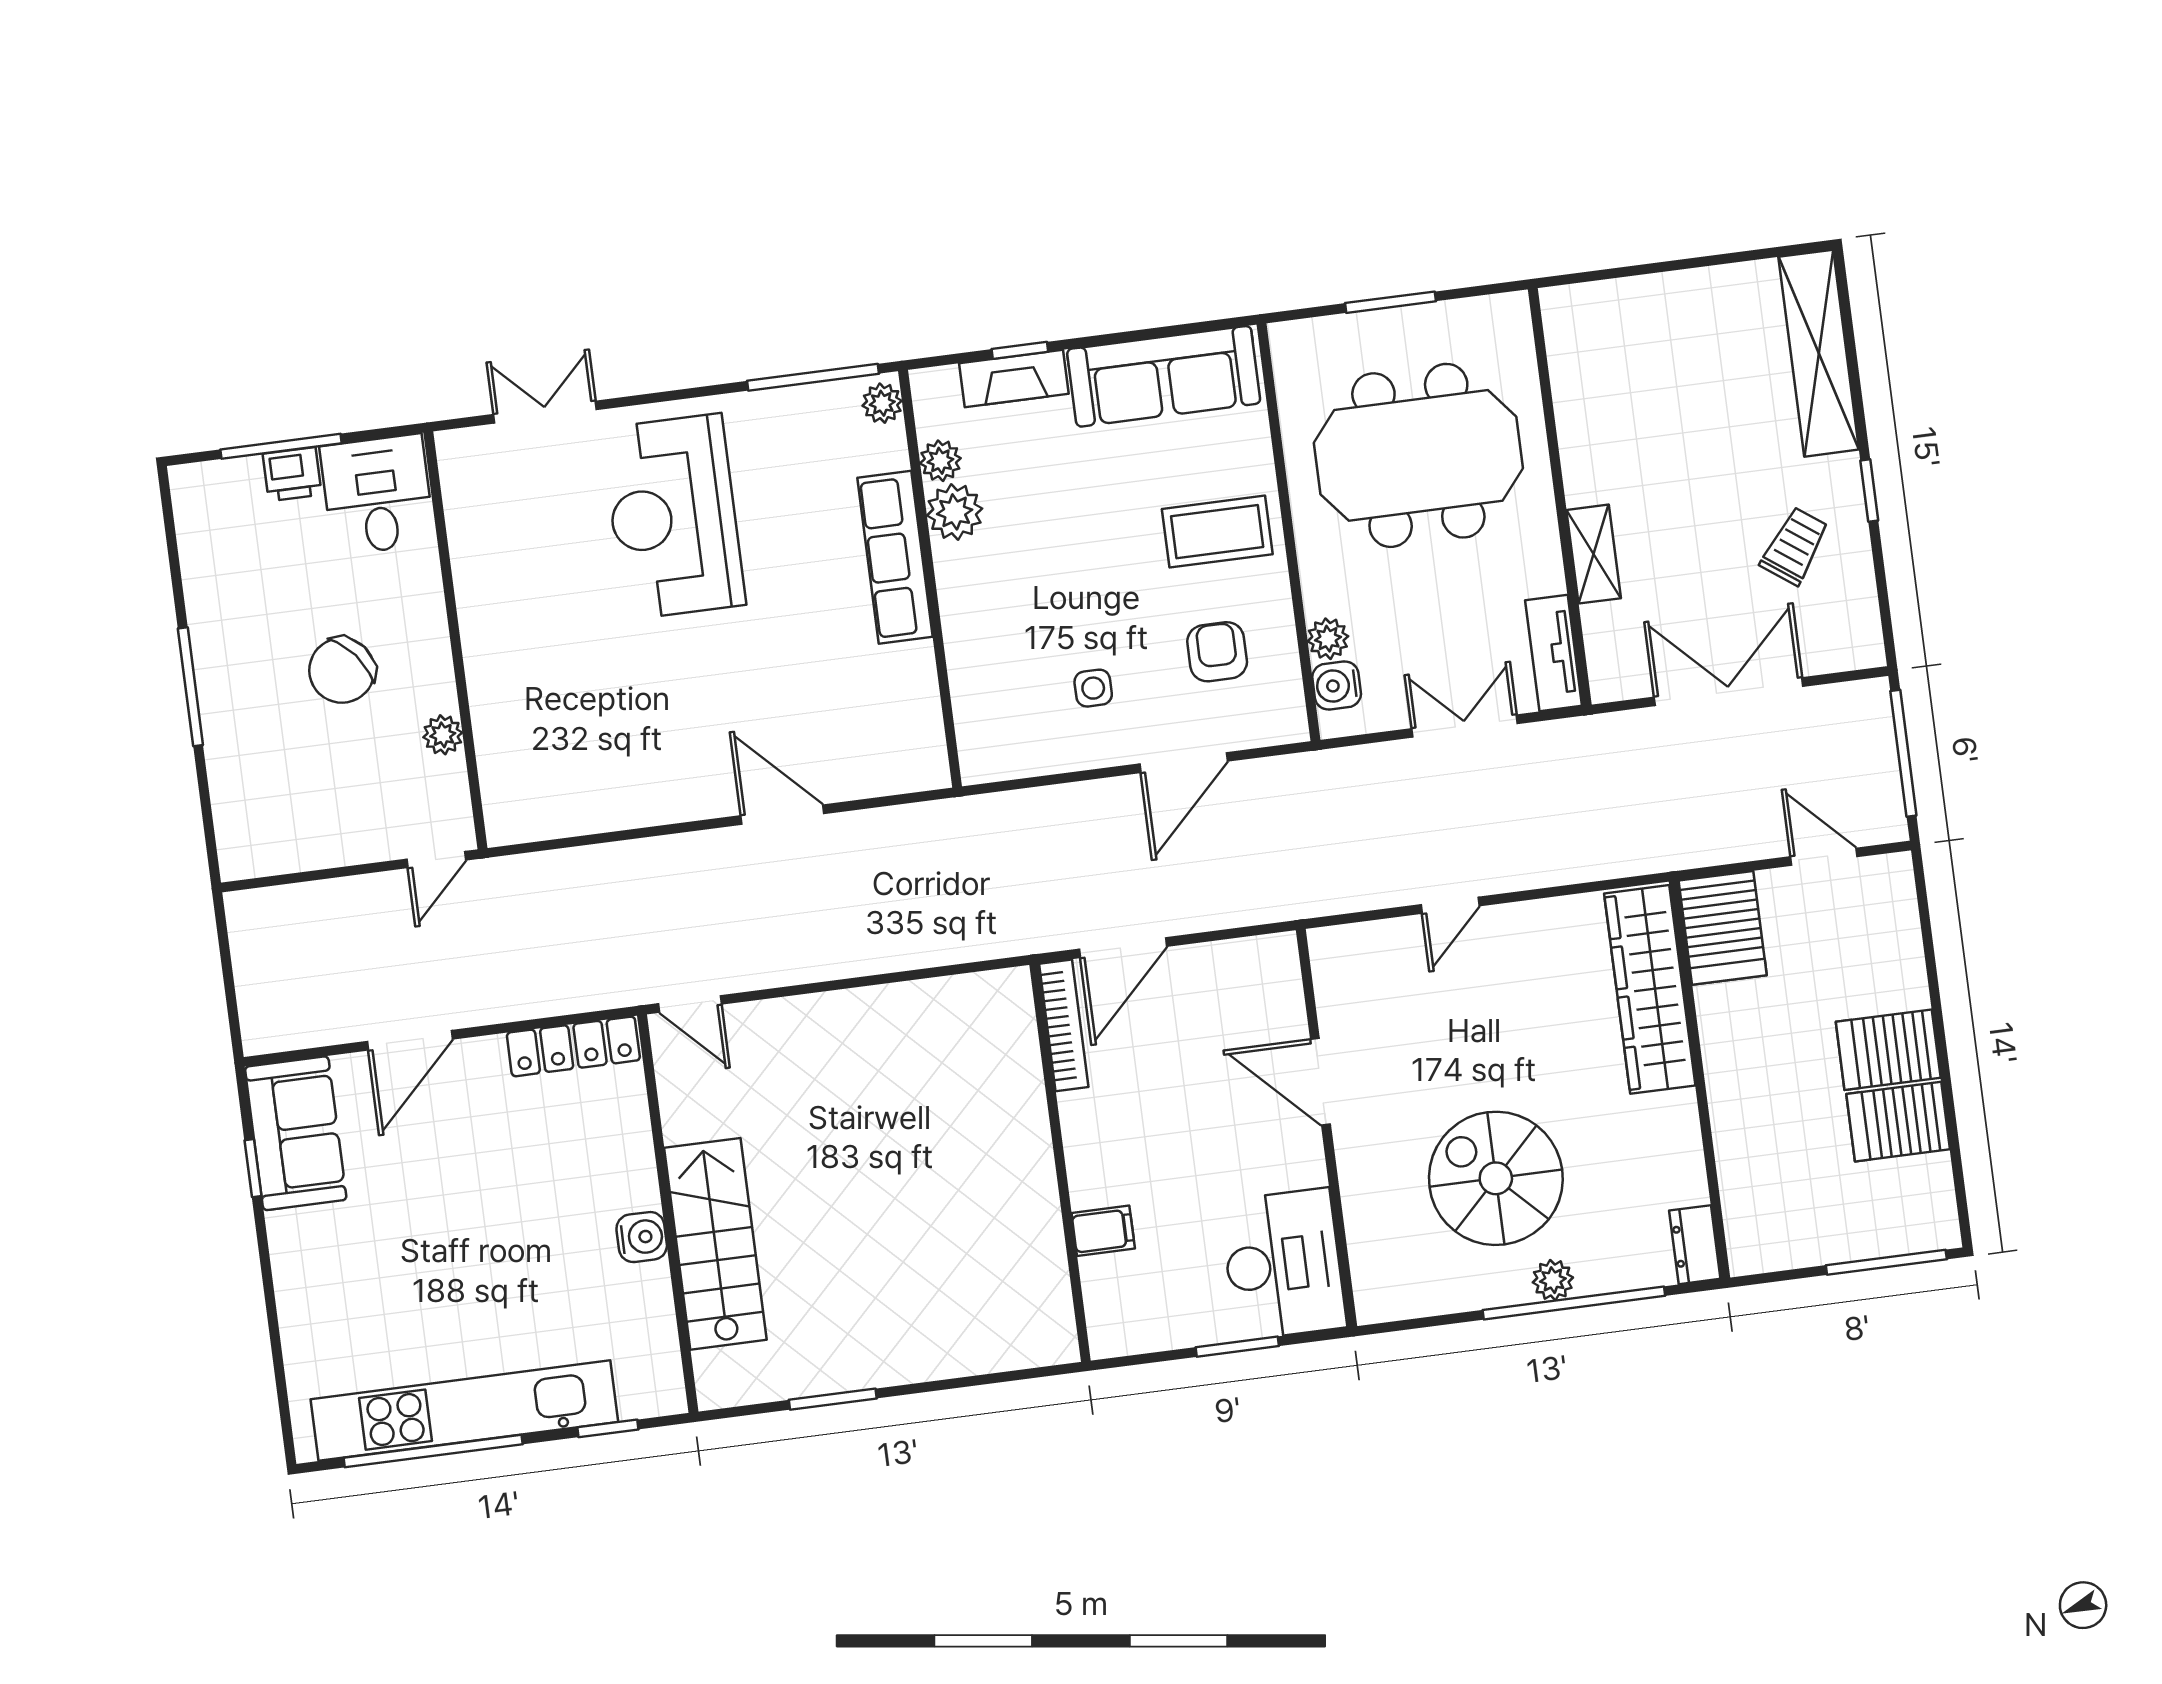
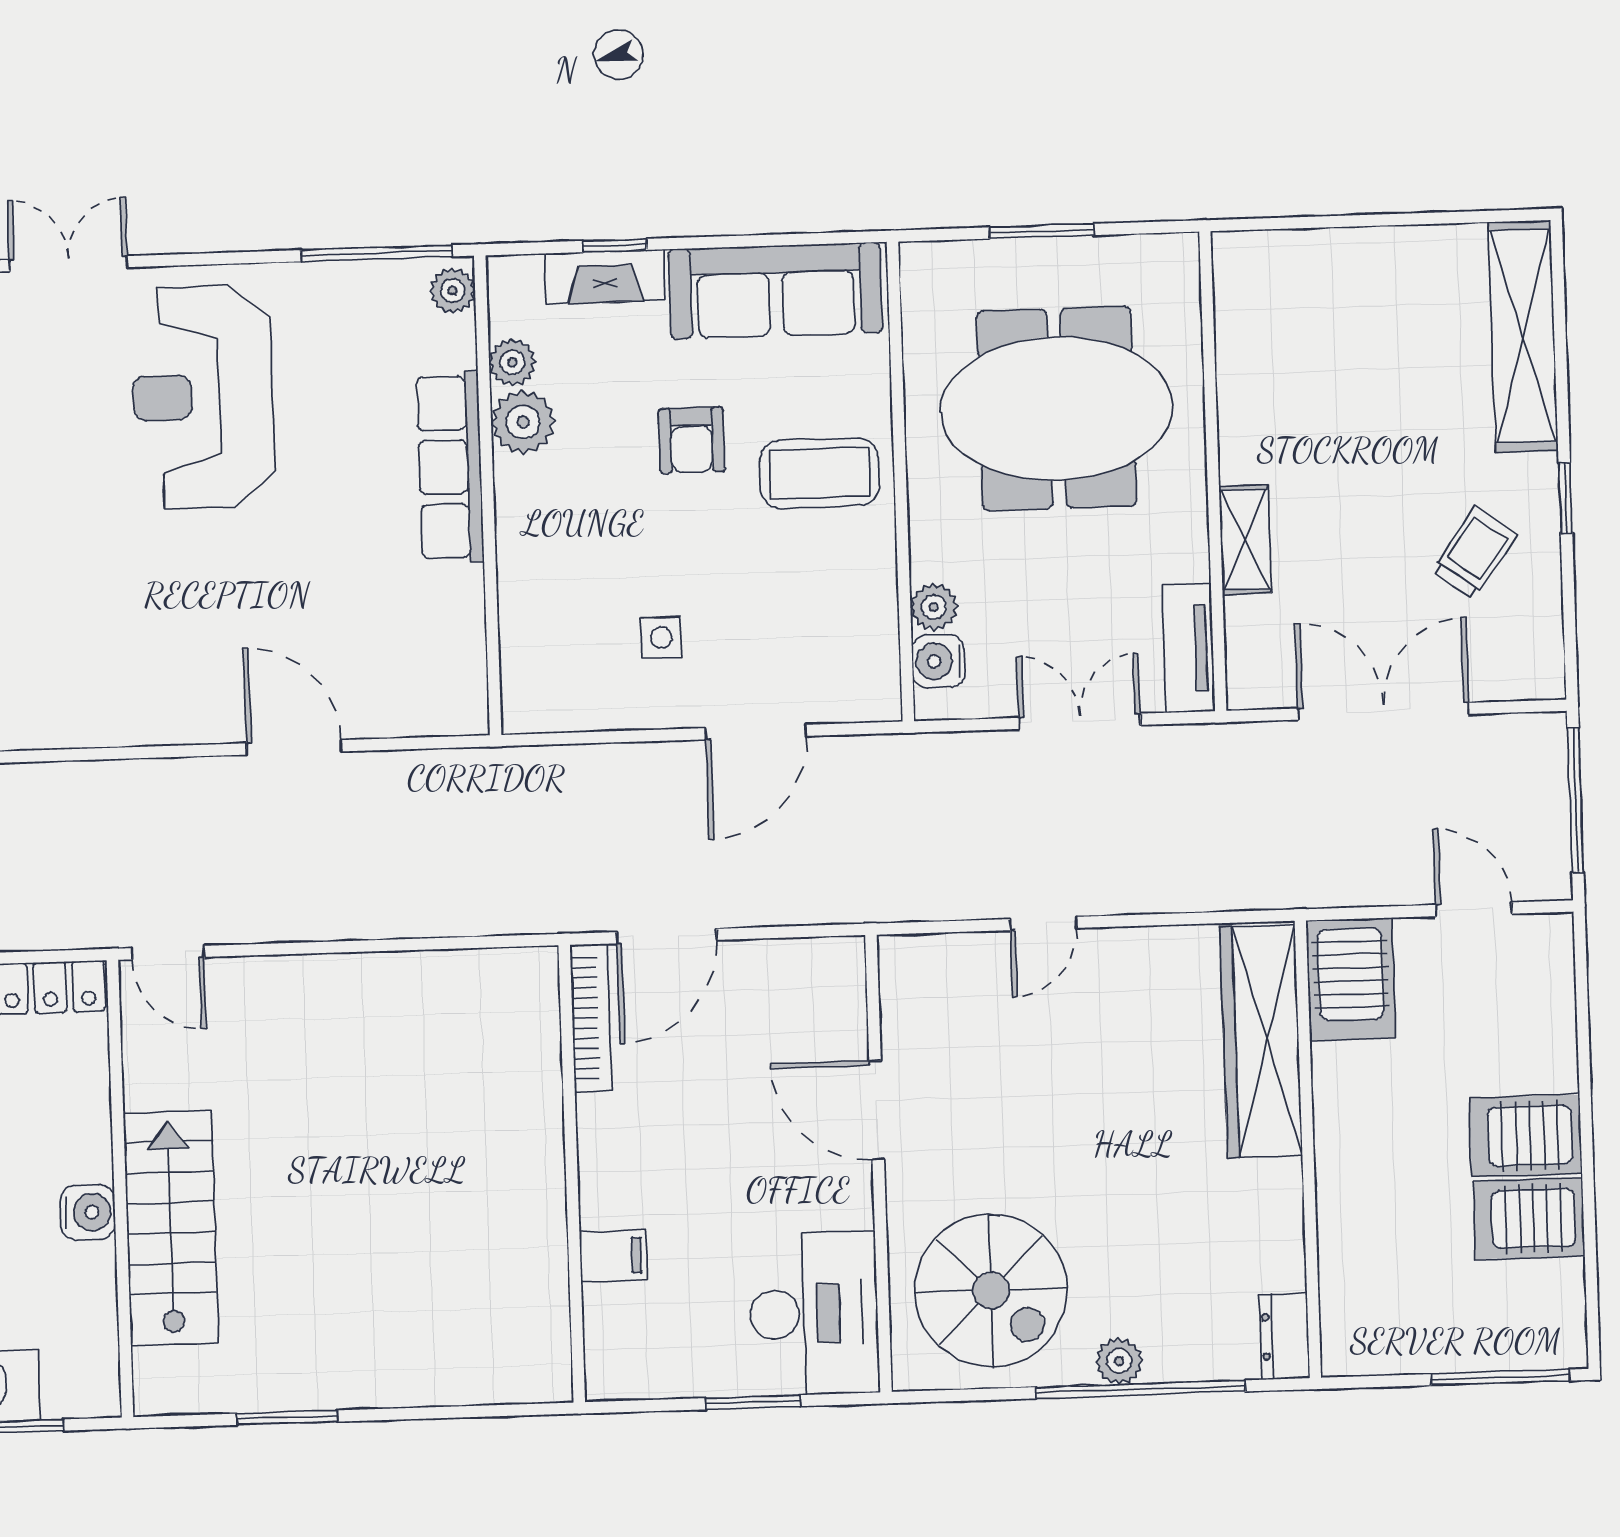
armchair: (1217, 652) -> (691, 440), moved, turned 180
spiral stairs: (1496, 1178) -> (991, 1291), moved, turned 180

